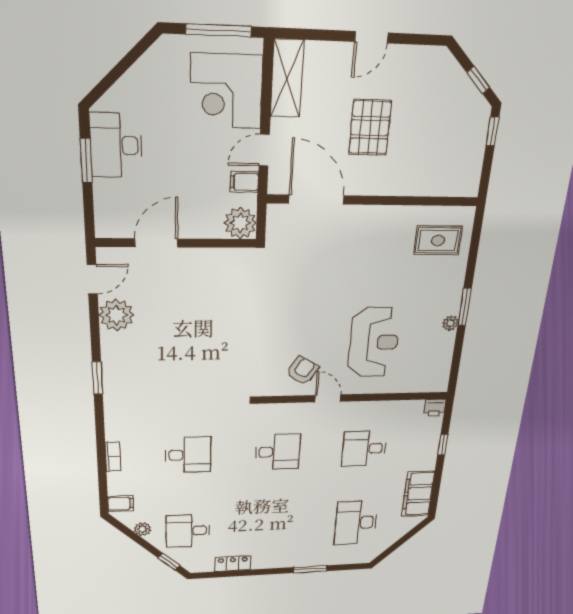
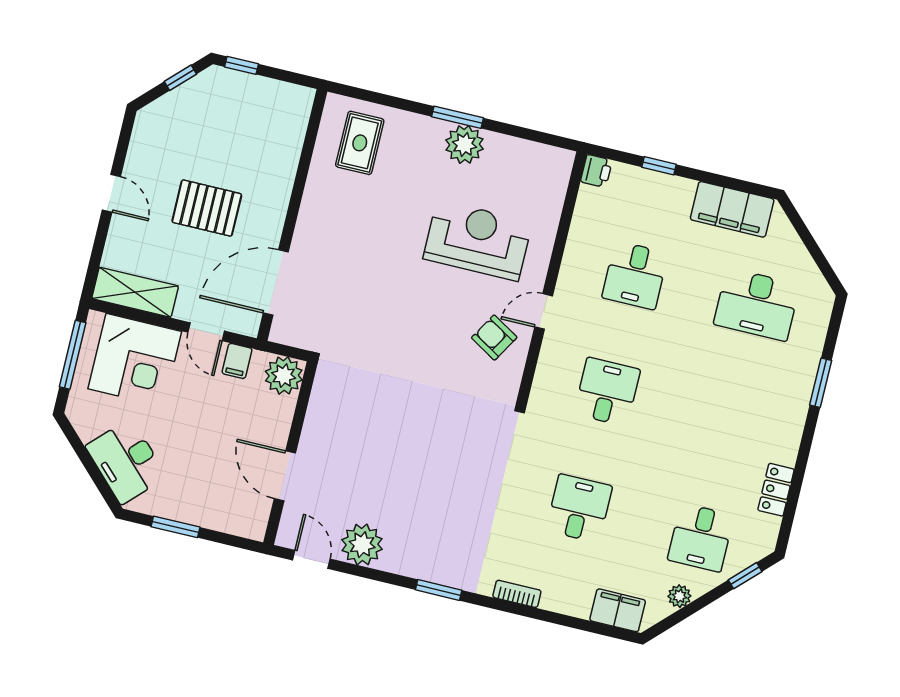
desk: (116, 145) -> (126, 461), moved, turned 45
plant: (450, 323) -> (464, 145), width x1.88, depth x1.88
bookcase: (113, 457) -> (517, 594), moved
filing cabinet: (121, 503) -> (618, 610), width x2.00

